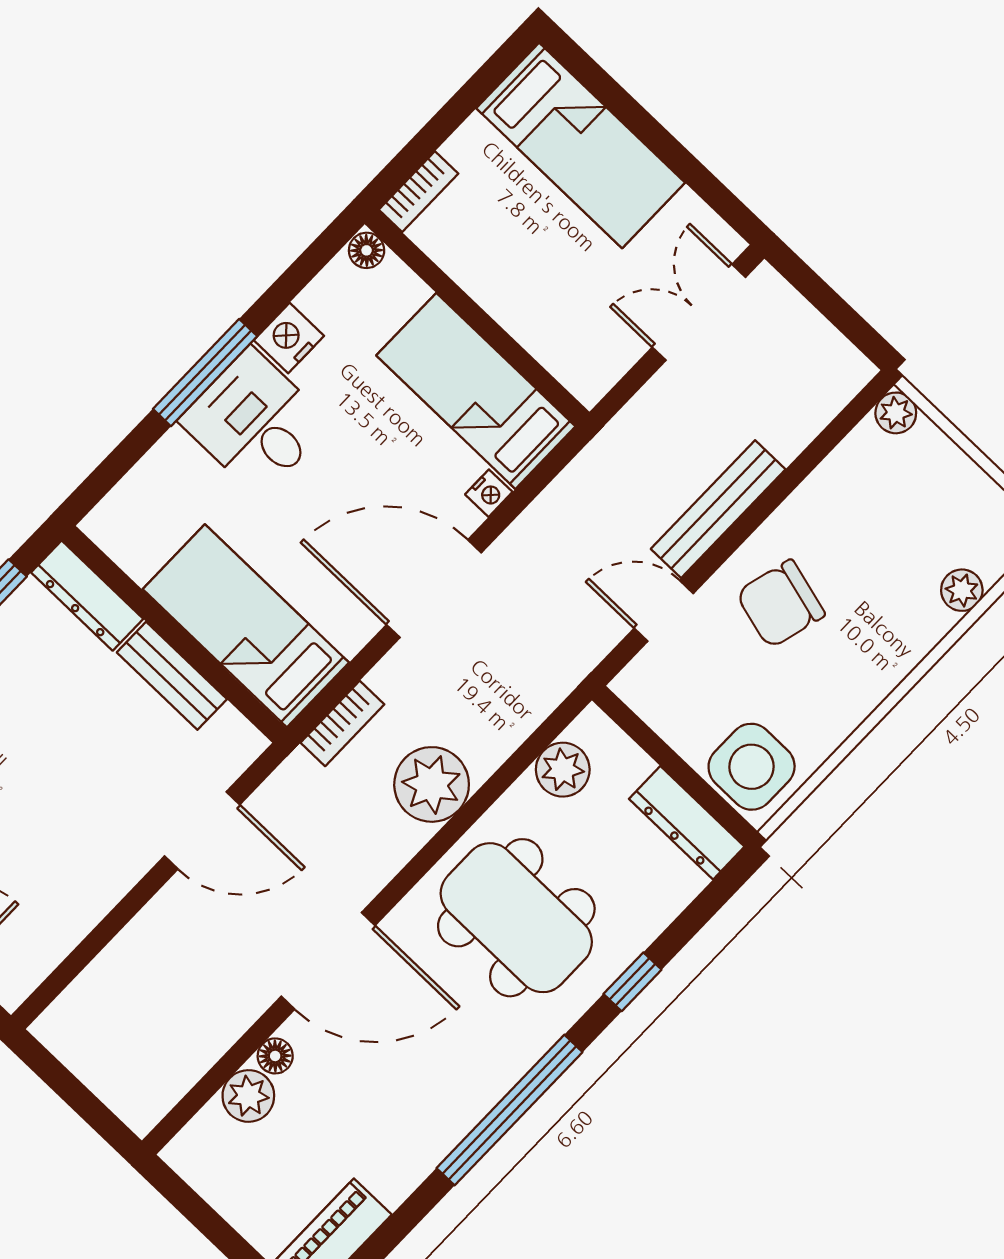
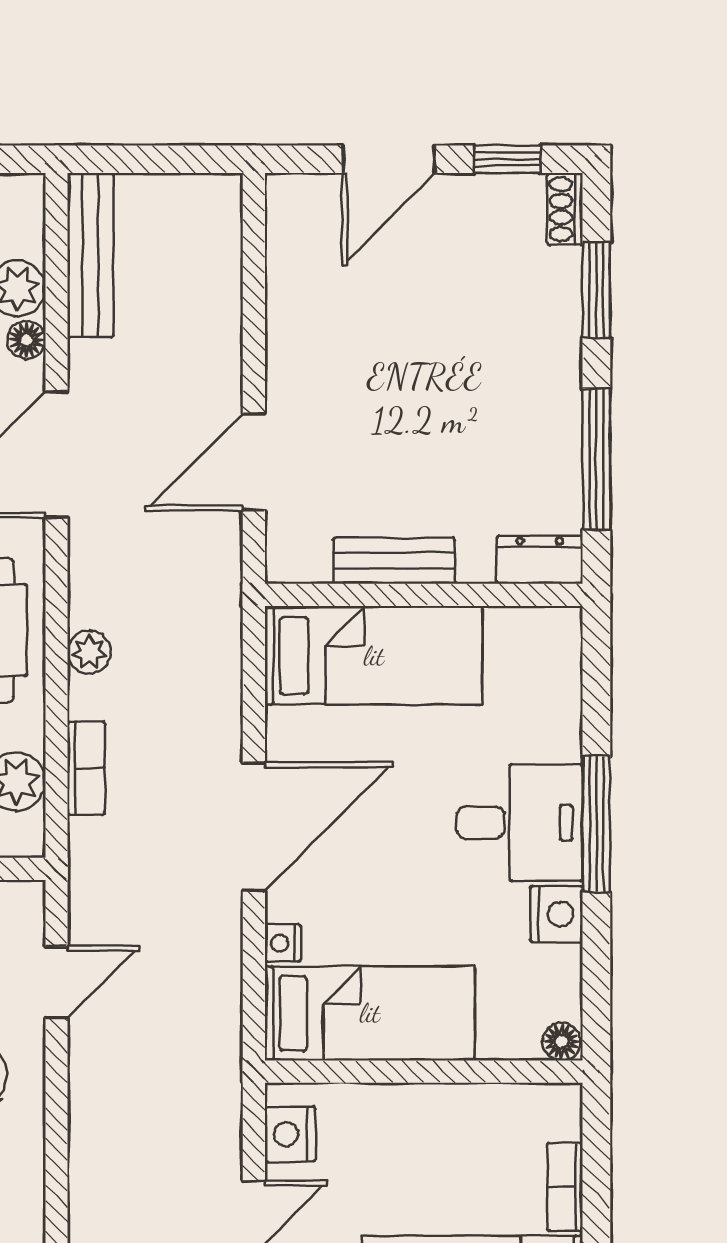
bookcase: (419, 192) -> (565, 1187), moved
nightstand: (606, 362) -> (290, 1134), added
bench: (718, 509) -> (90, 255), moved
dresser: (87, 596) -> (540, 560), width x0.70
bookcase: (342, 723) -> (86, 768), moved, turned 180
plant: (432, 784) -> (89, 652), width x0.53, depth x0.53

